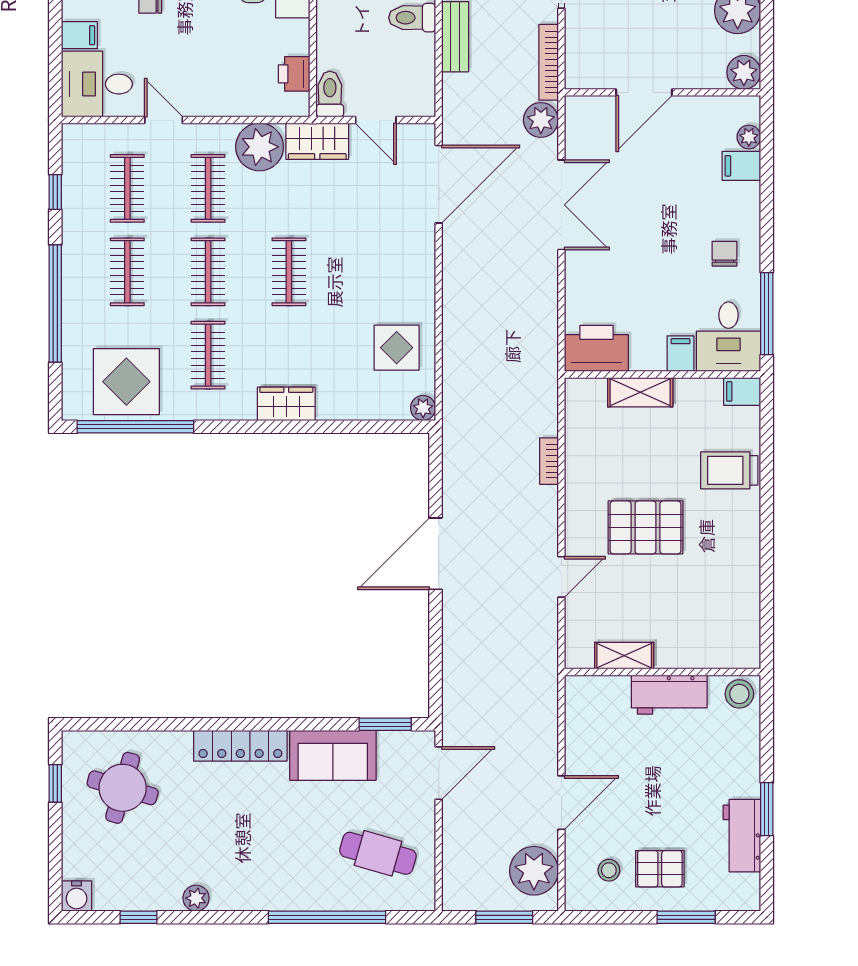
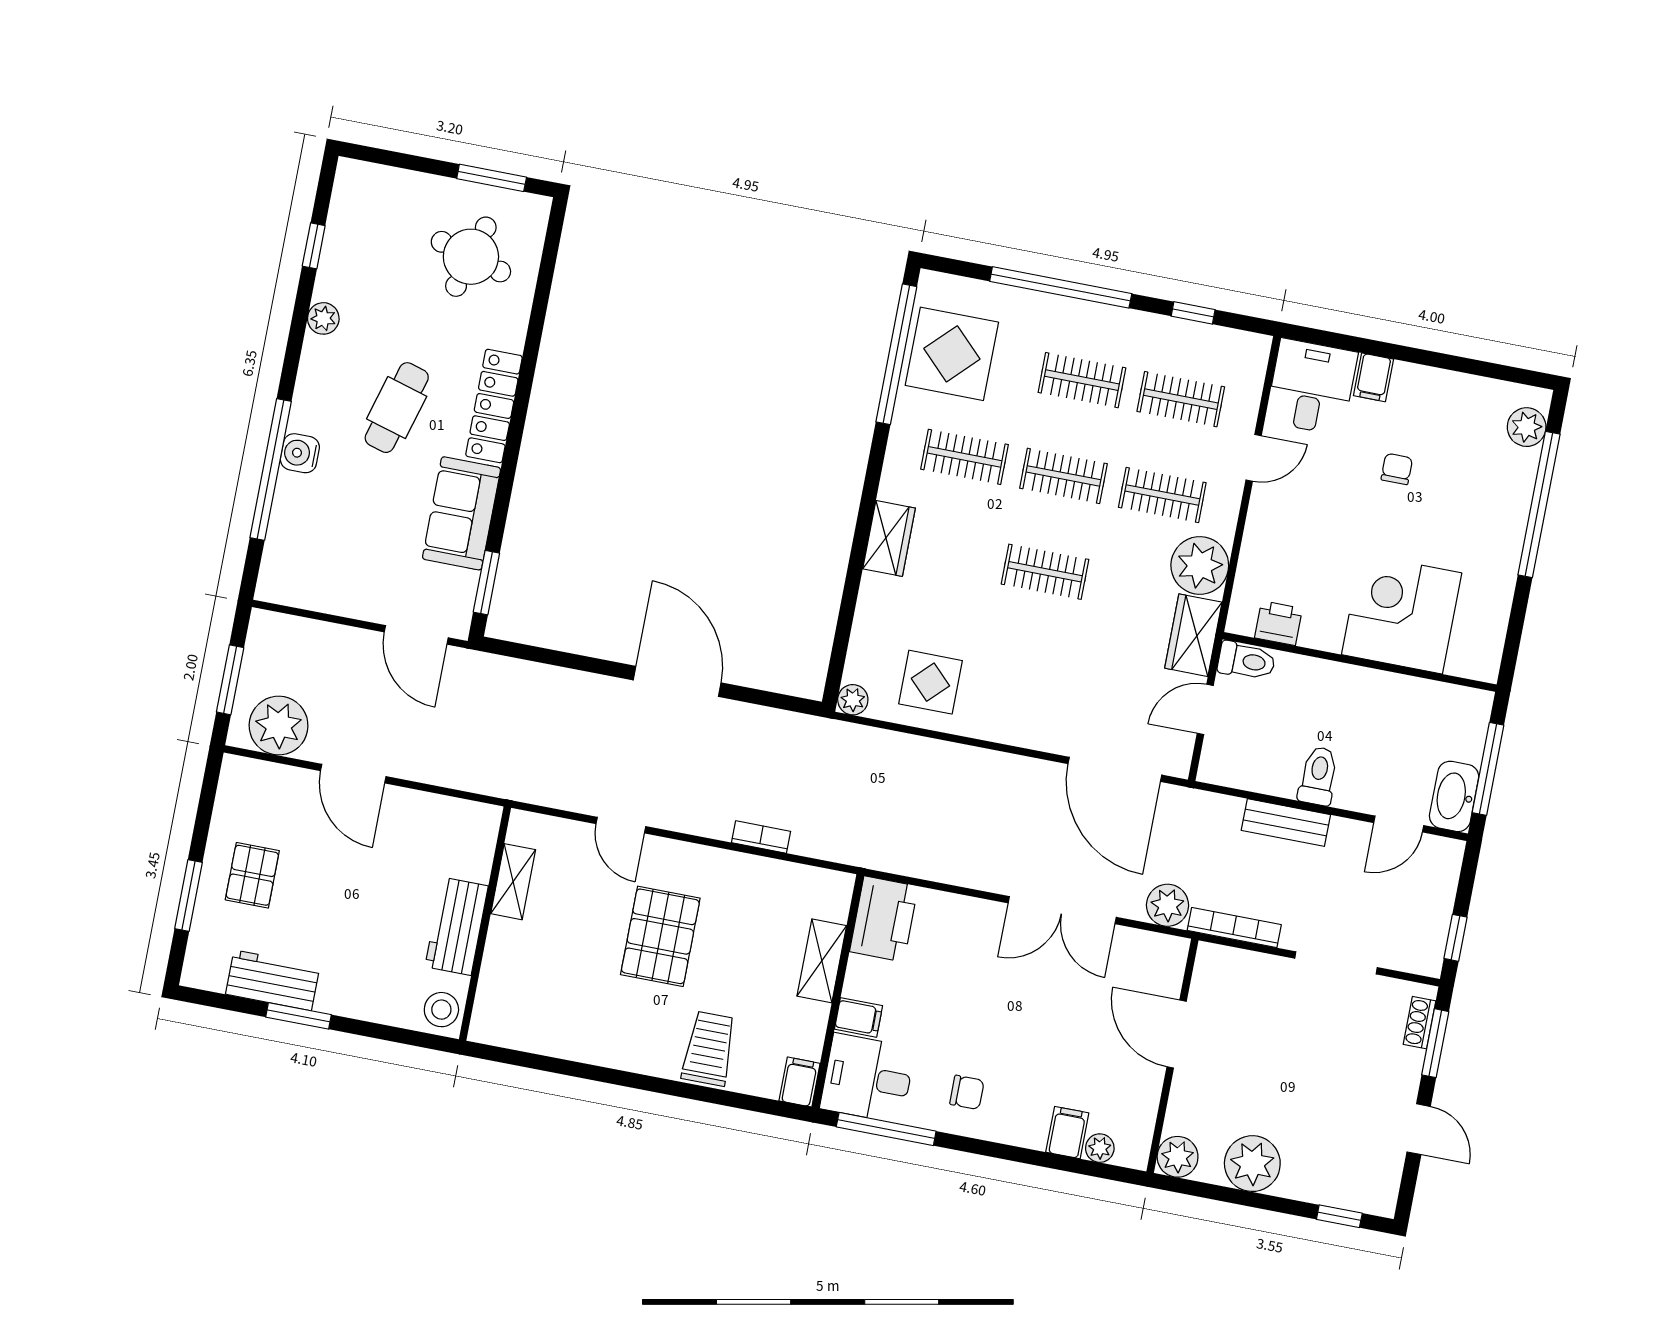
window: (55, 783) -> (492, 178), width x1.50
cafe table: (378, 853) -> (397, 408), moved
stool: (609, 870) -> (262, 815), removed
water cooler: (77, 896) -> (300, 453), moved

